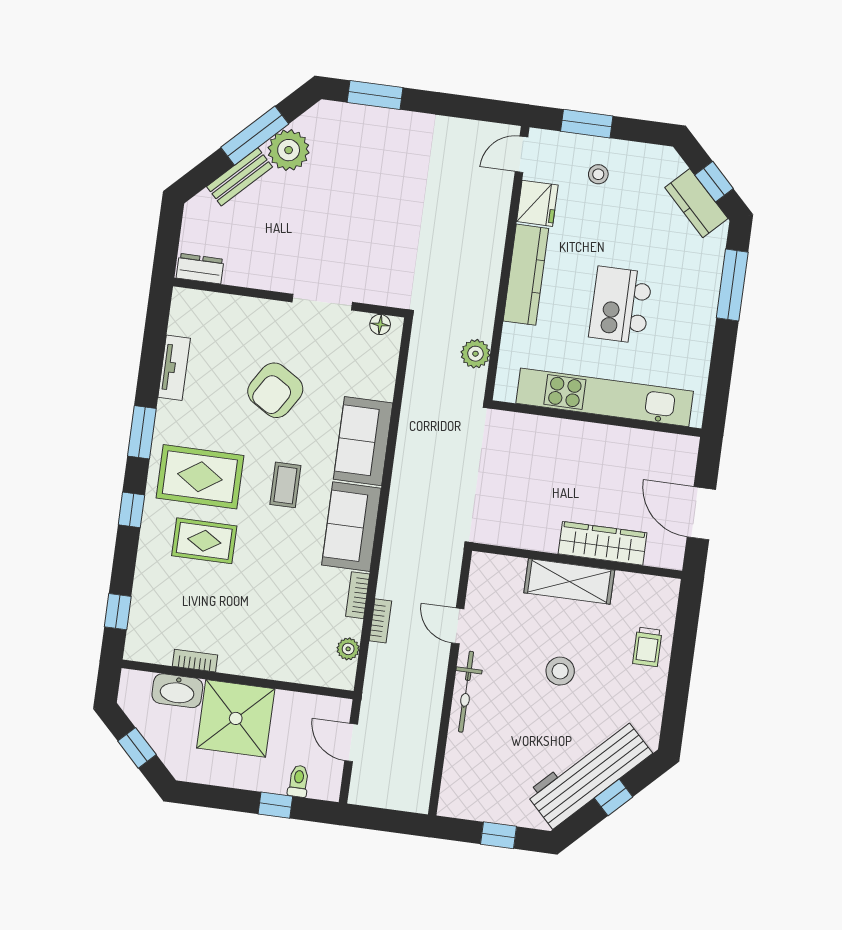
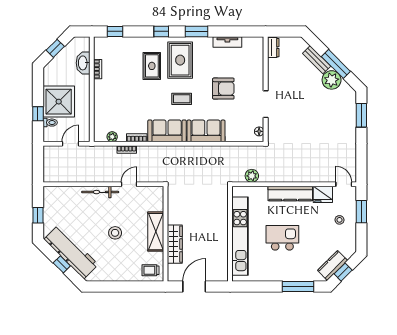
armchair: (275, 390) -> (223, 89), turned 148
trolley: (647, 647) -> (151, 270), moved
shower: (236, 718) -> (59, 102), moved

